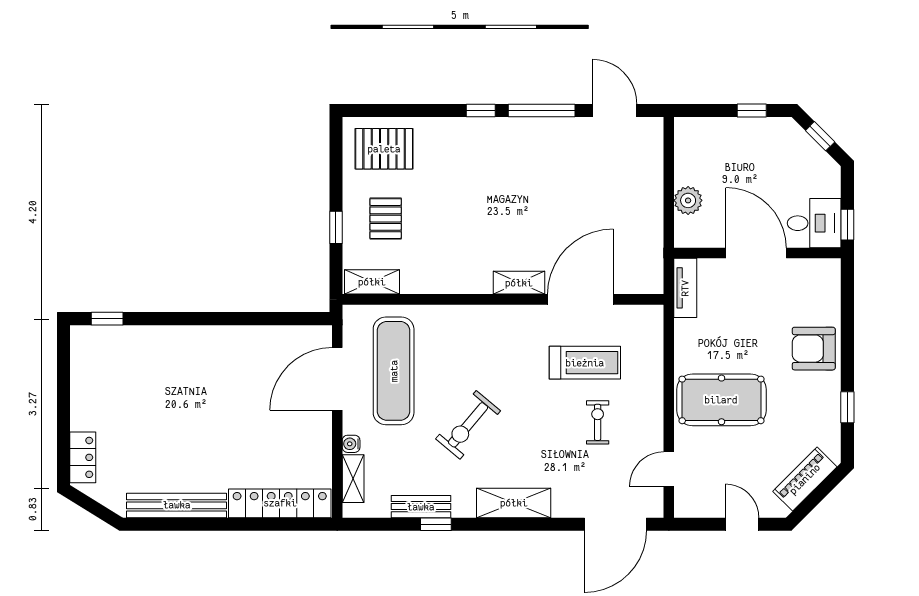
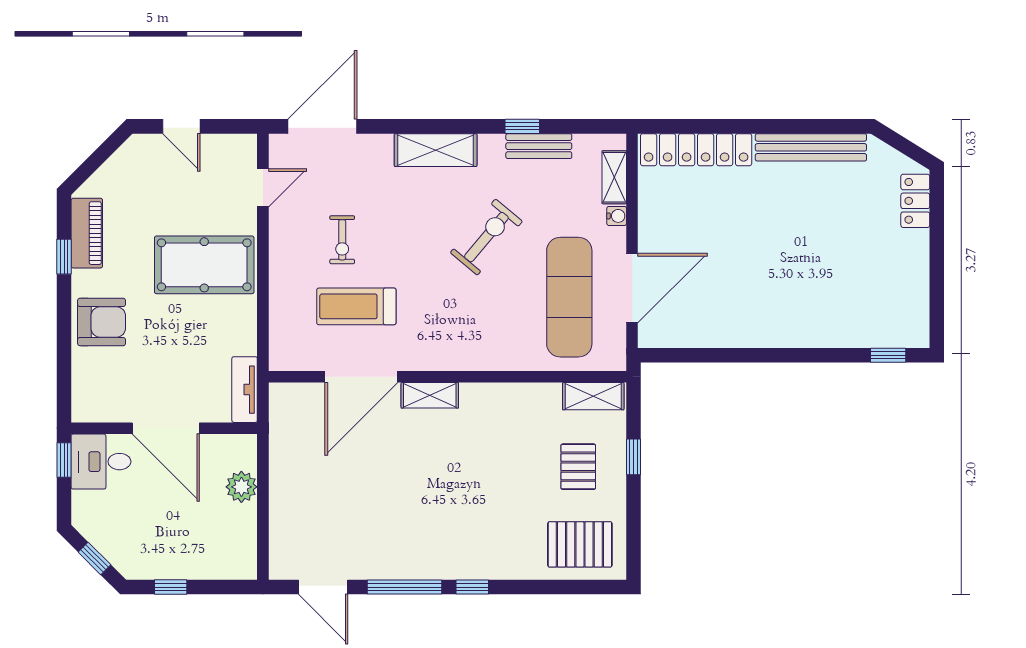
piano: (805, 479) -> (87, 233), moved, turned -45

